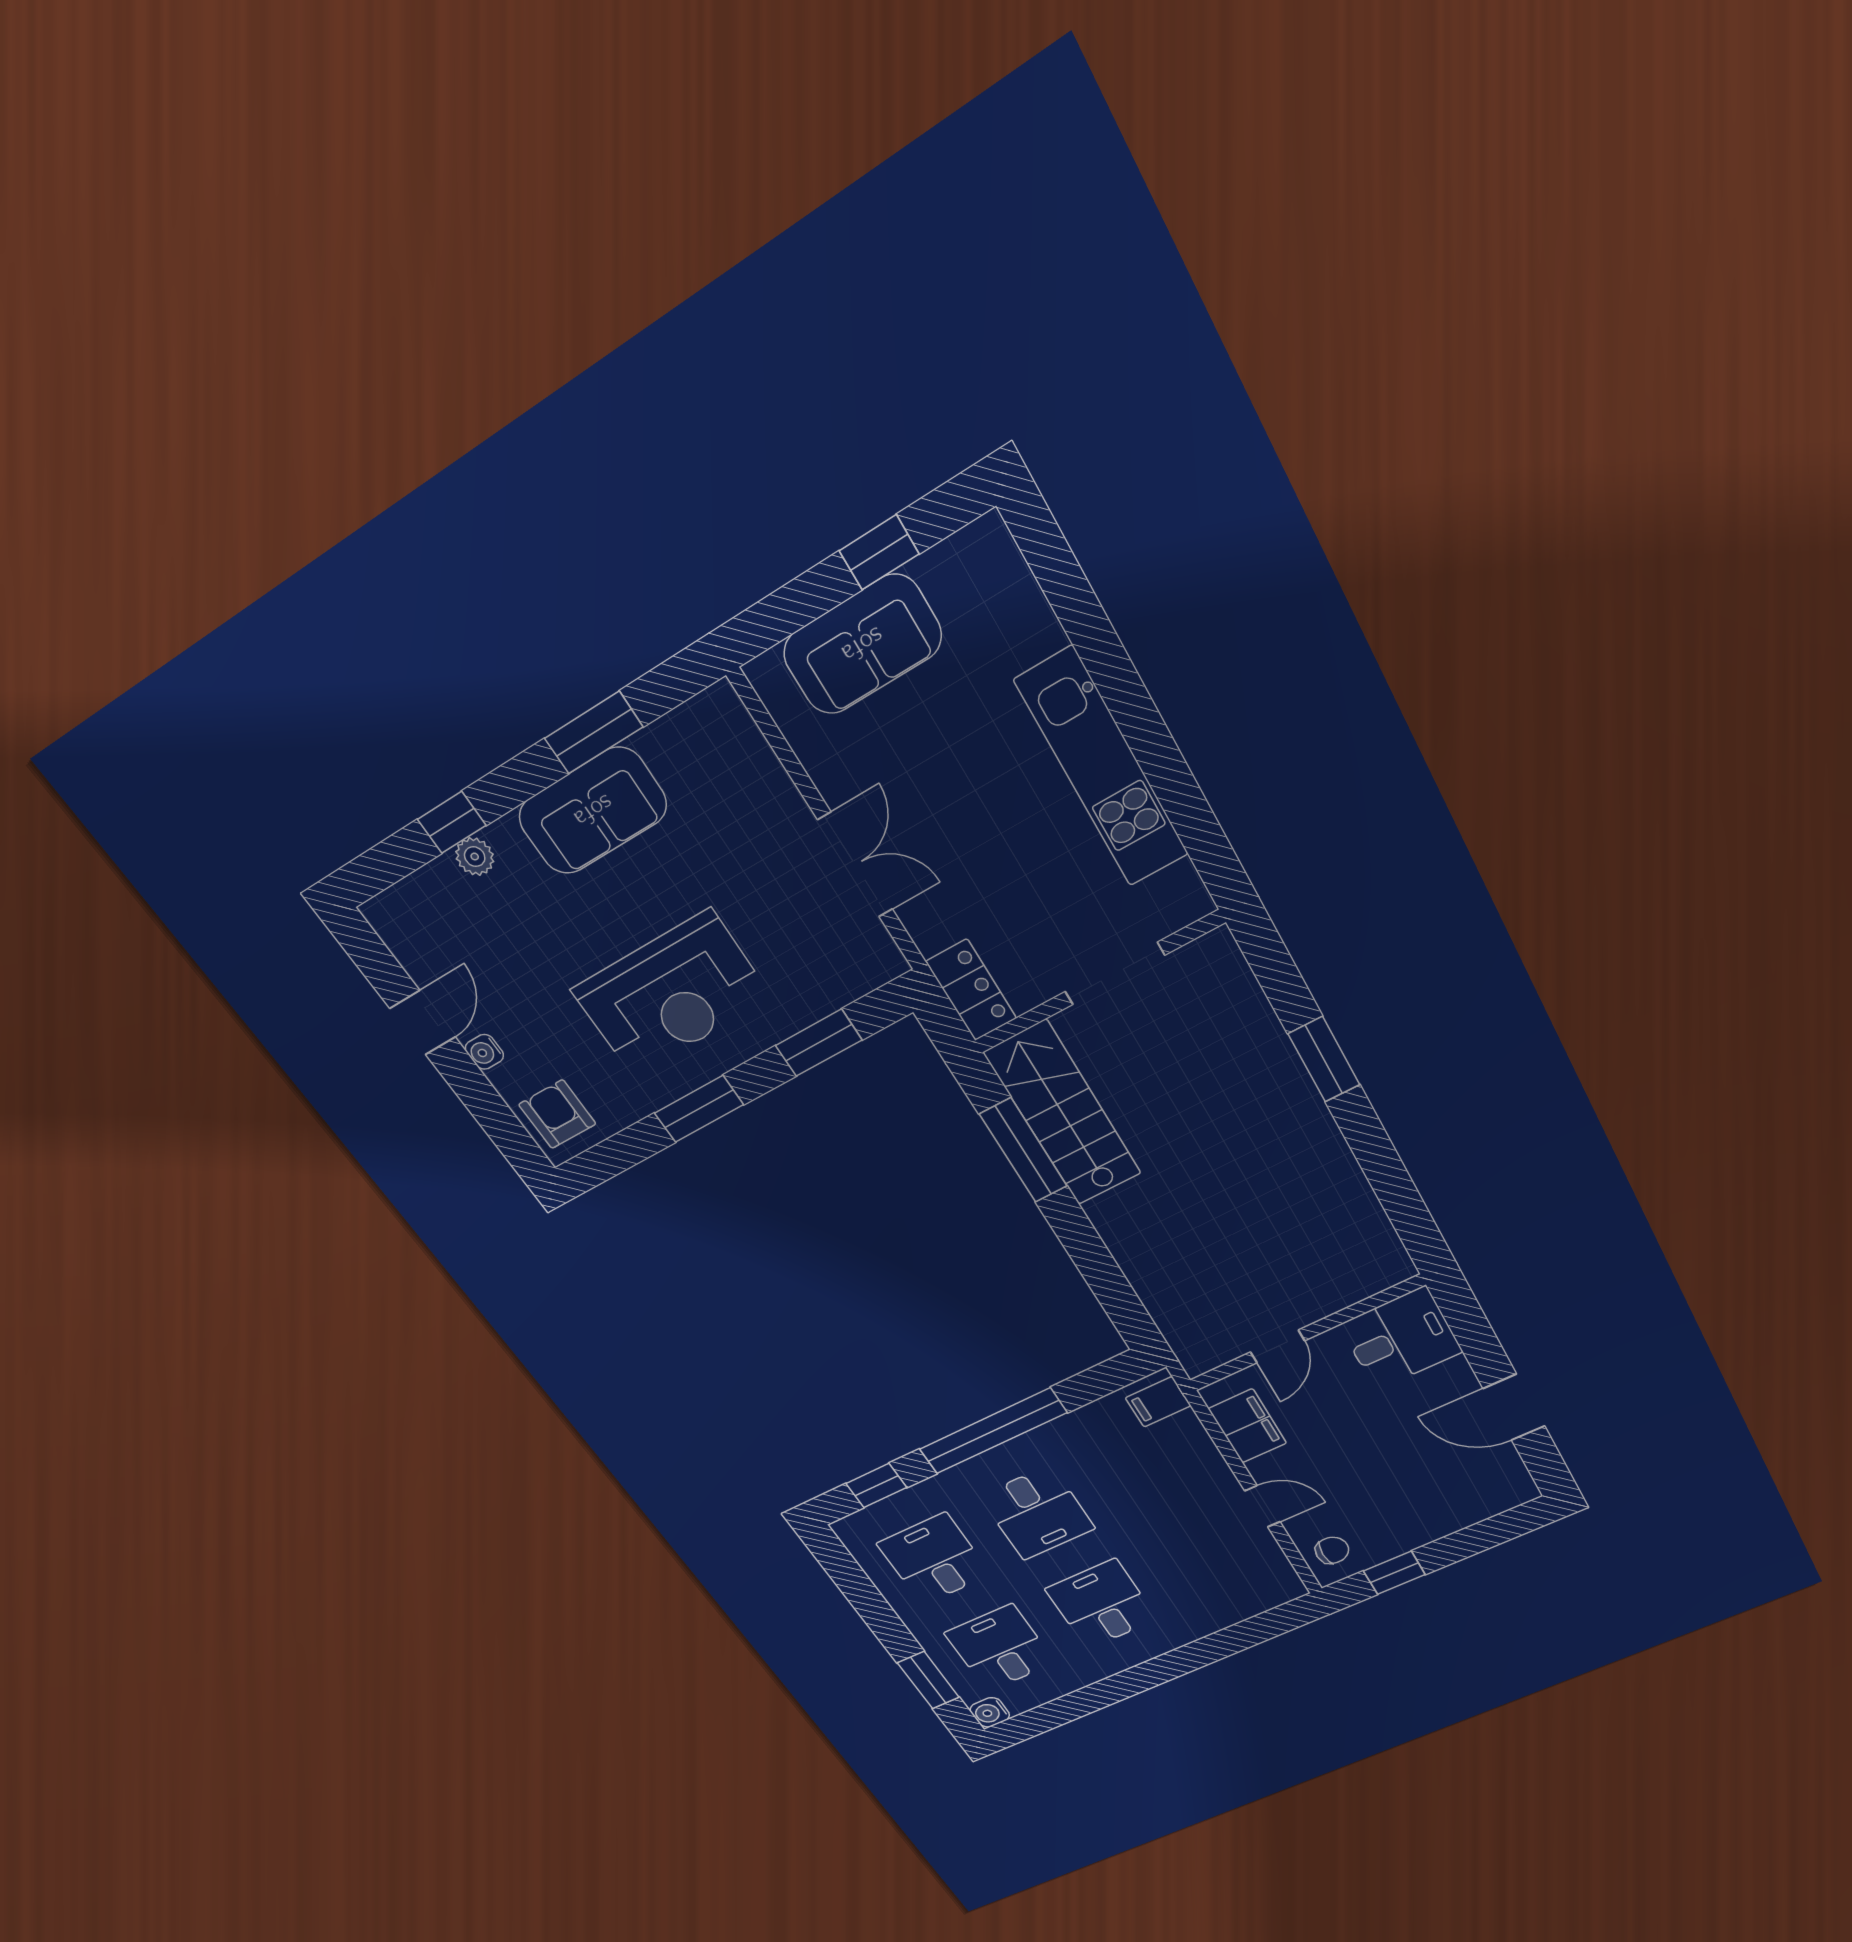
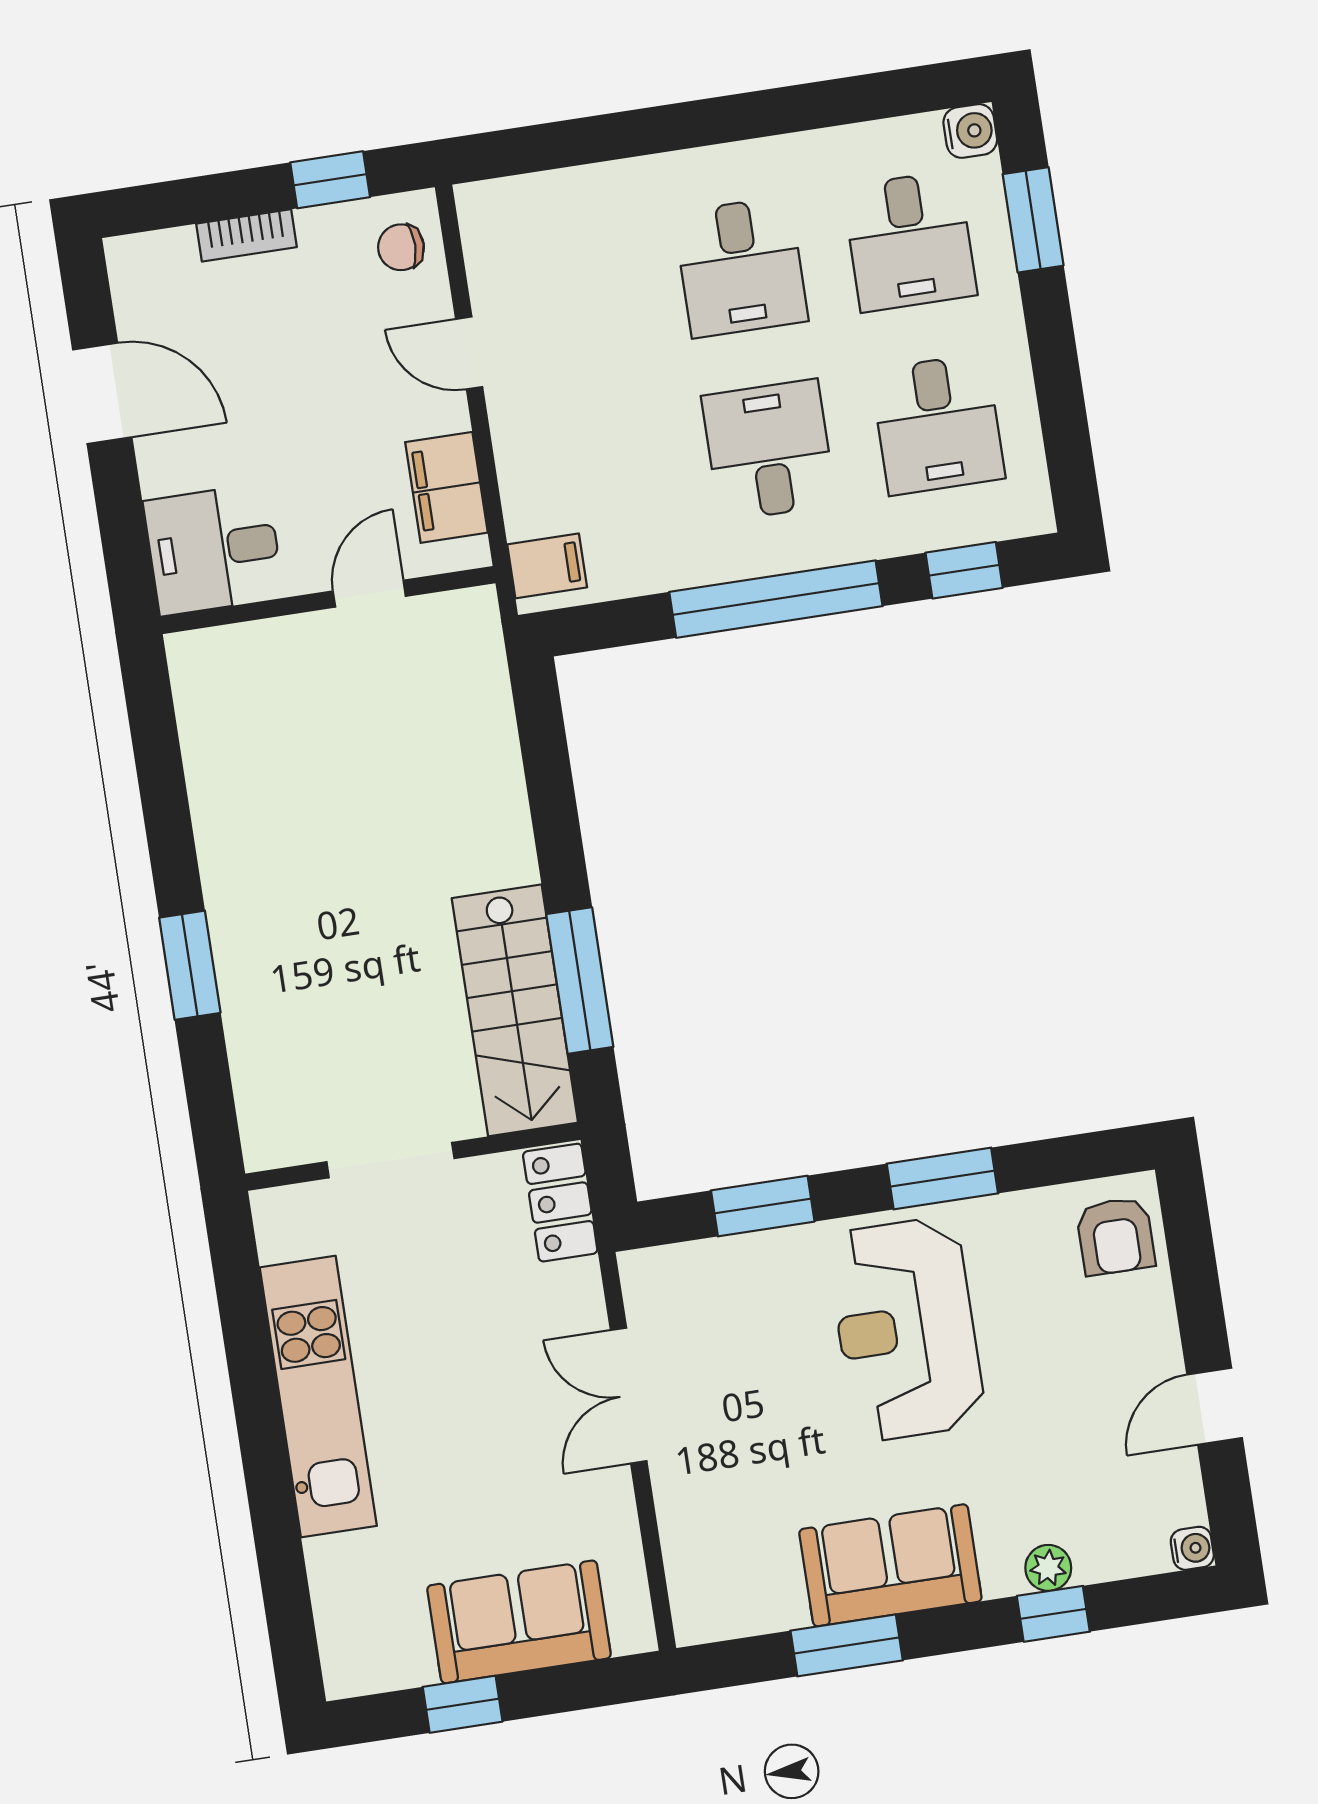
reception desk: (671, 994) -> (906, 1329), turned -90
water cooler: (484, 1052) -> (1192, 1548), moved
bookcase: (1441, 1527) -> (247, 235), added

